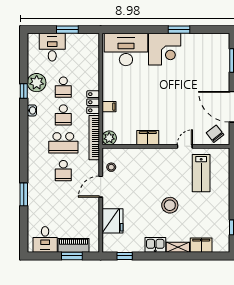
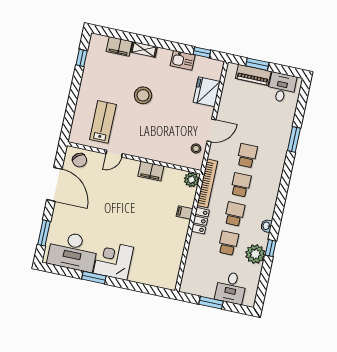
desk: (126, 50) -> (73, 251), moved
school desk: (63, 143) -> (241, 185), width x0.54
kitchen sink: (155, 245) -> (183, 60), moved

